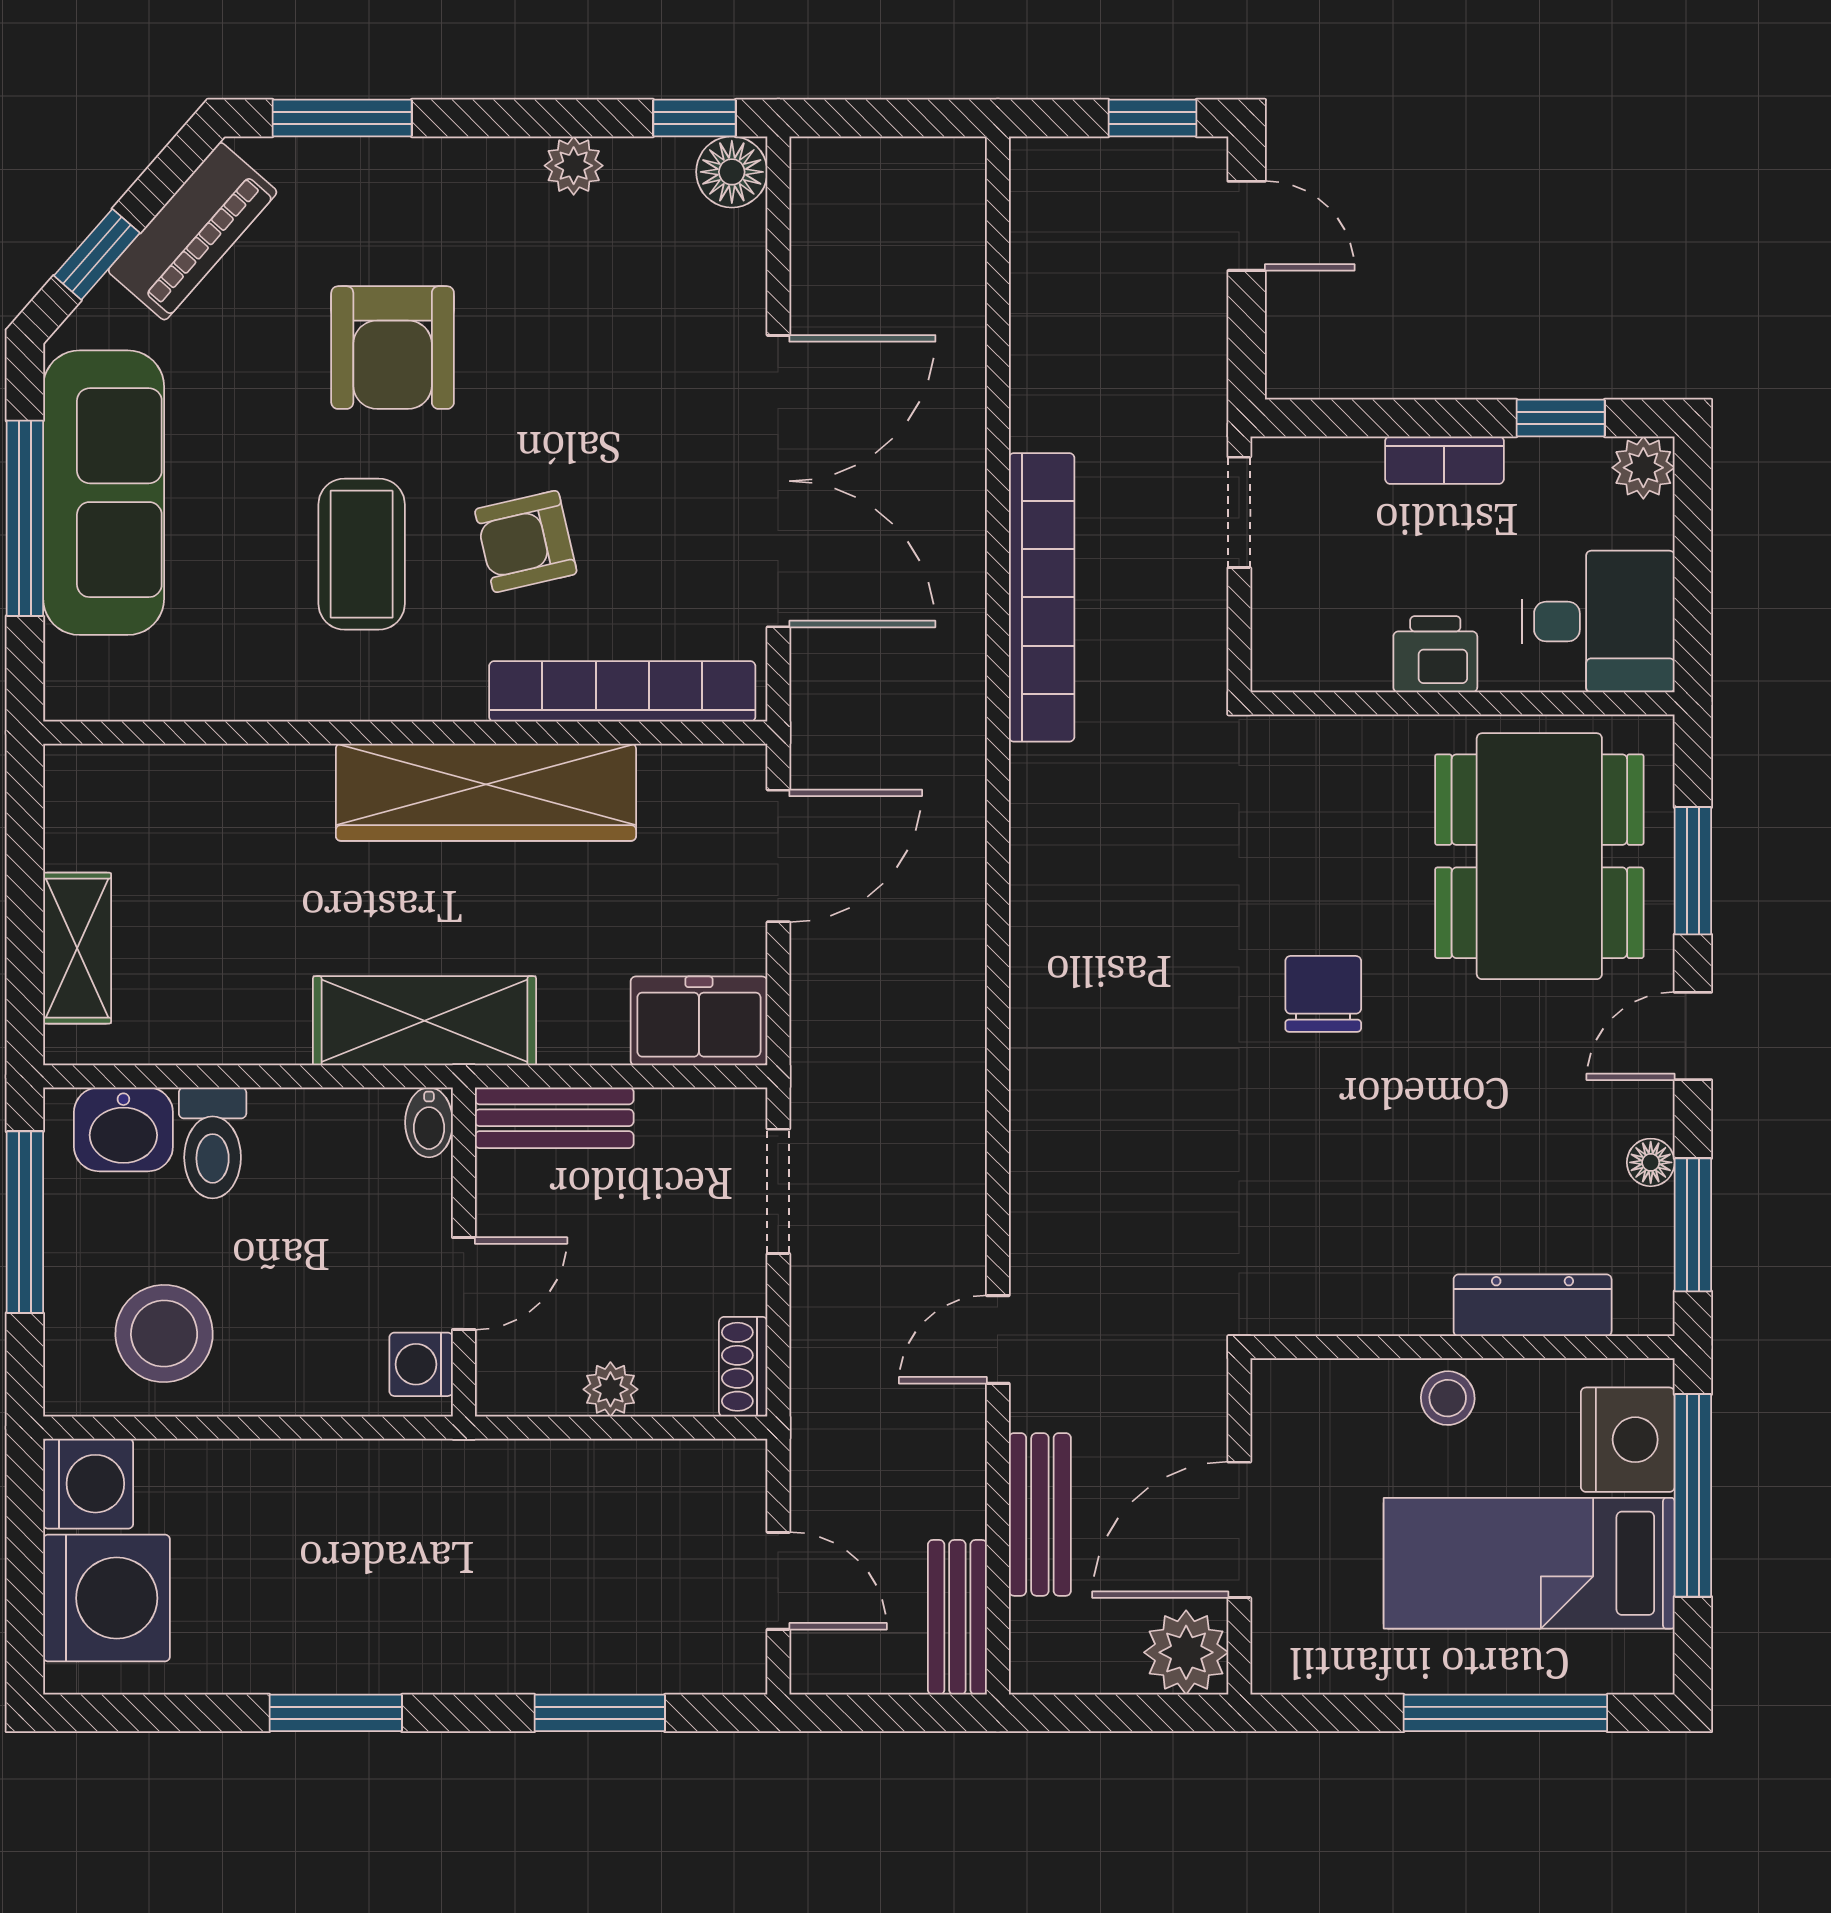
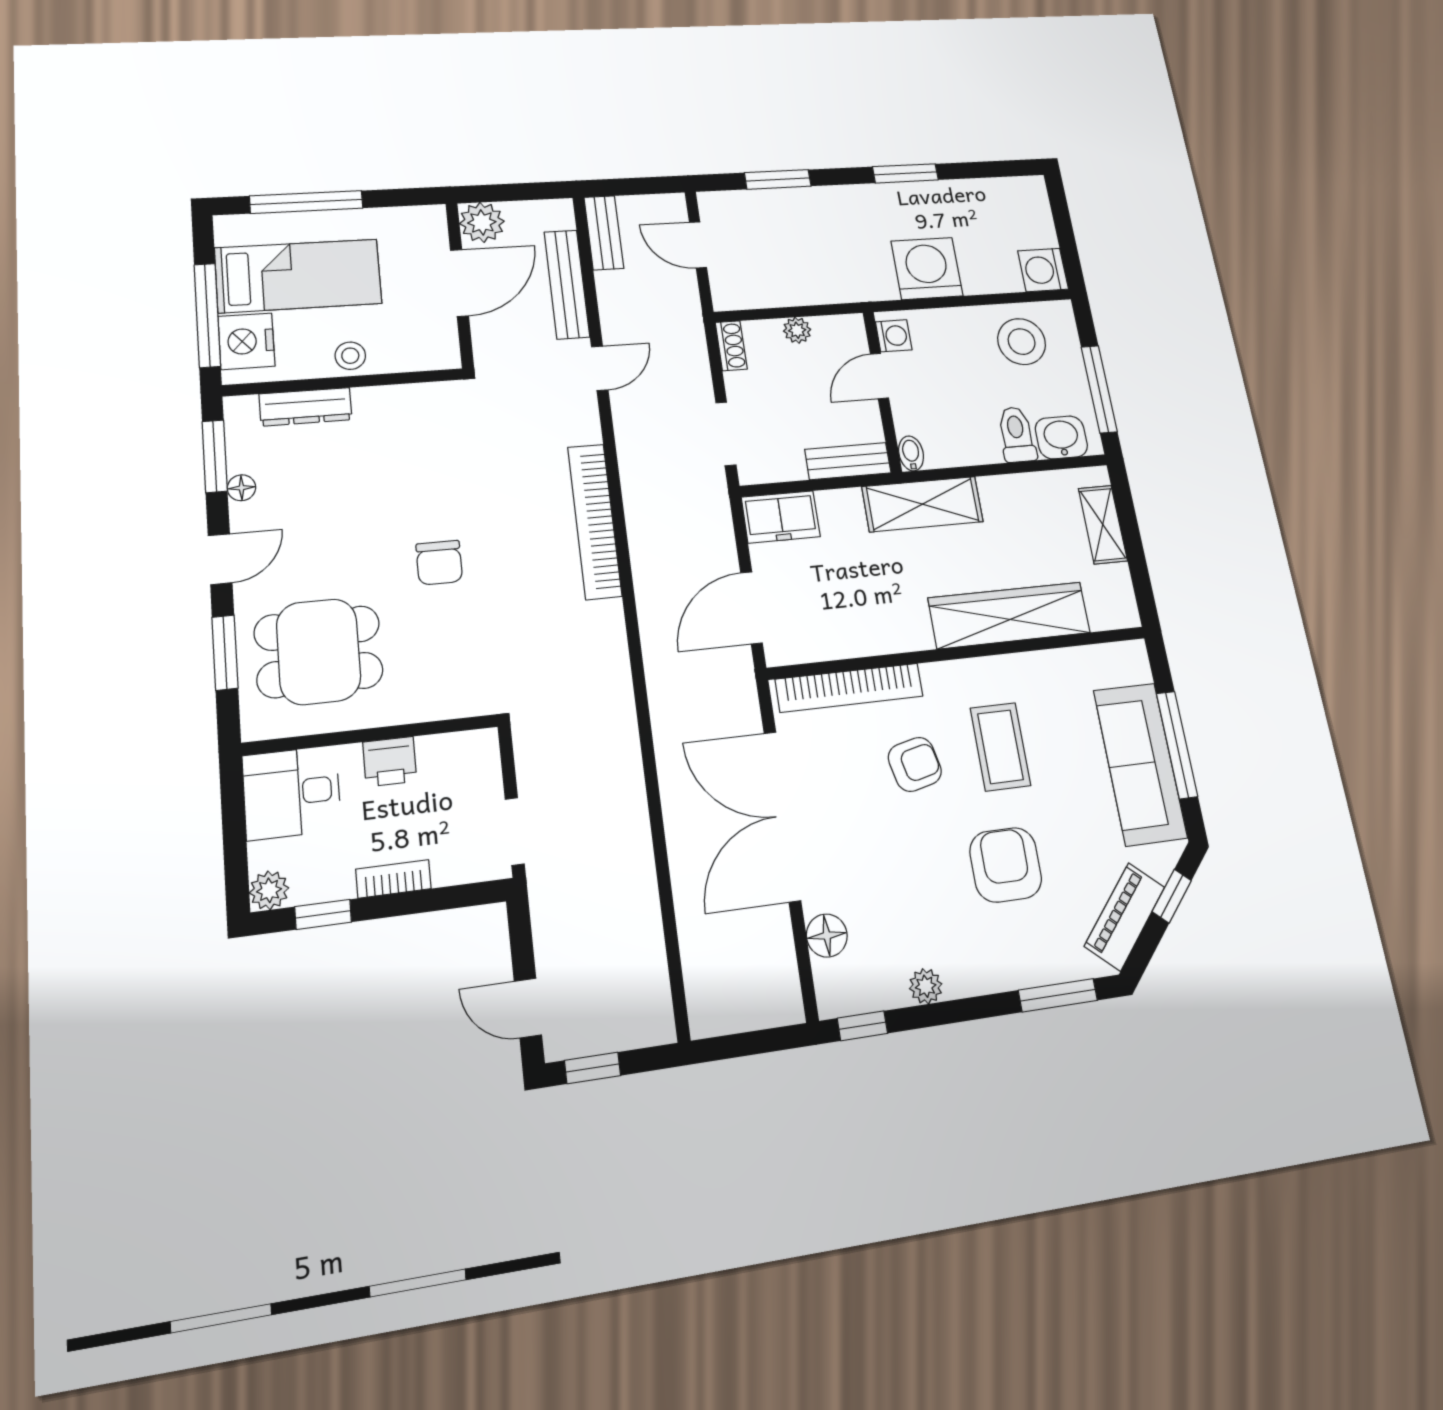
floor lamp: (732, 172) -> (827, 936), moved
bookcase: (1042, 597) -> (595, 521), moved
wardrobe: (486, 792) -> (1009, 615), moved
dining table: (1539, 856) -> (318, 652), width x0.73
bench: (1040, 1514) -> (567, 284), width x1.36
washing machine: (107, 1598) -> (927, 268), moved, turned 90

